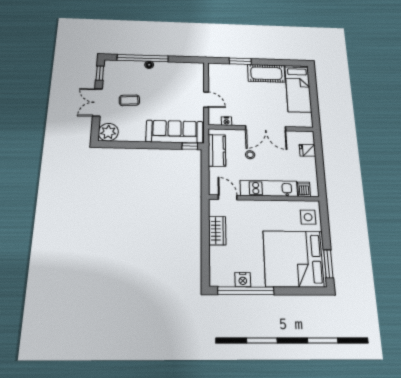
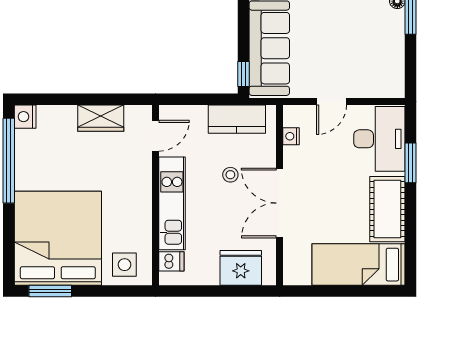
desk: (227, 76) -> (379, 139), added
fridge: (307, 150) -> (241, 268), width x1.88, depth x1.34
nightstand: (243, 280) -> (25, 117), moved

